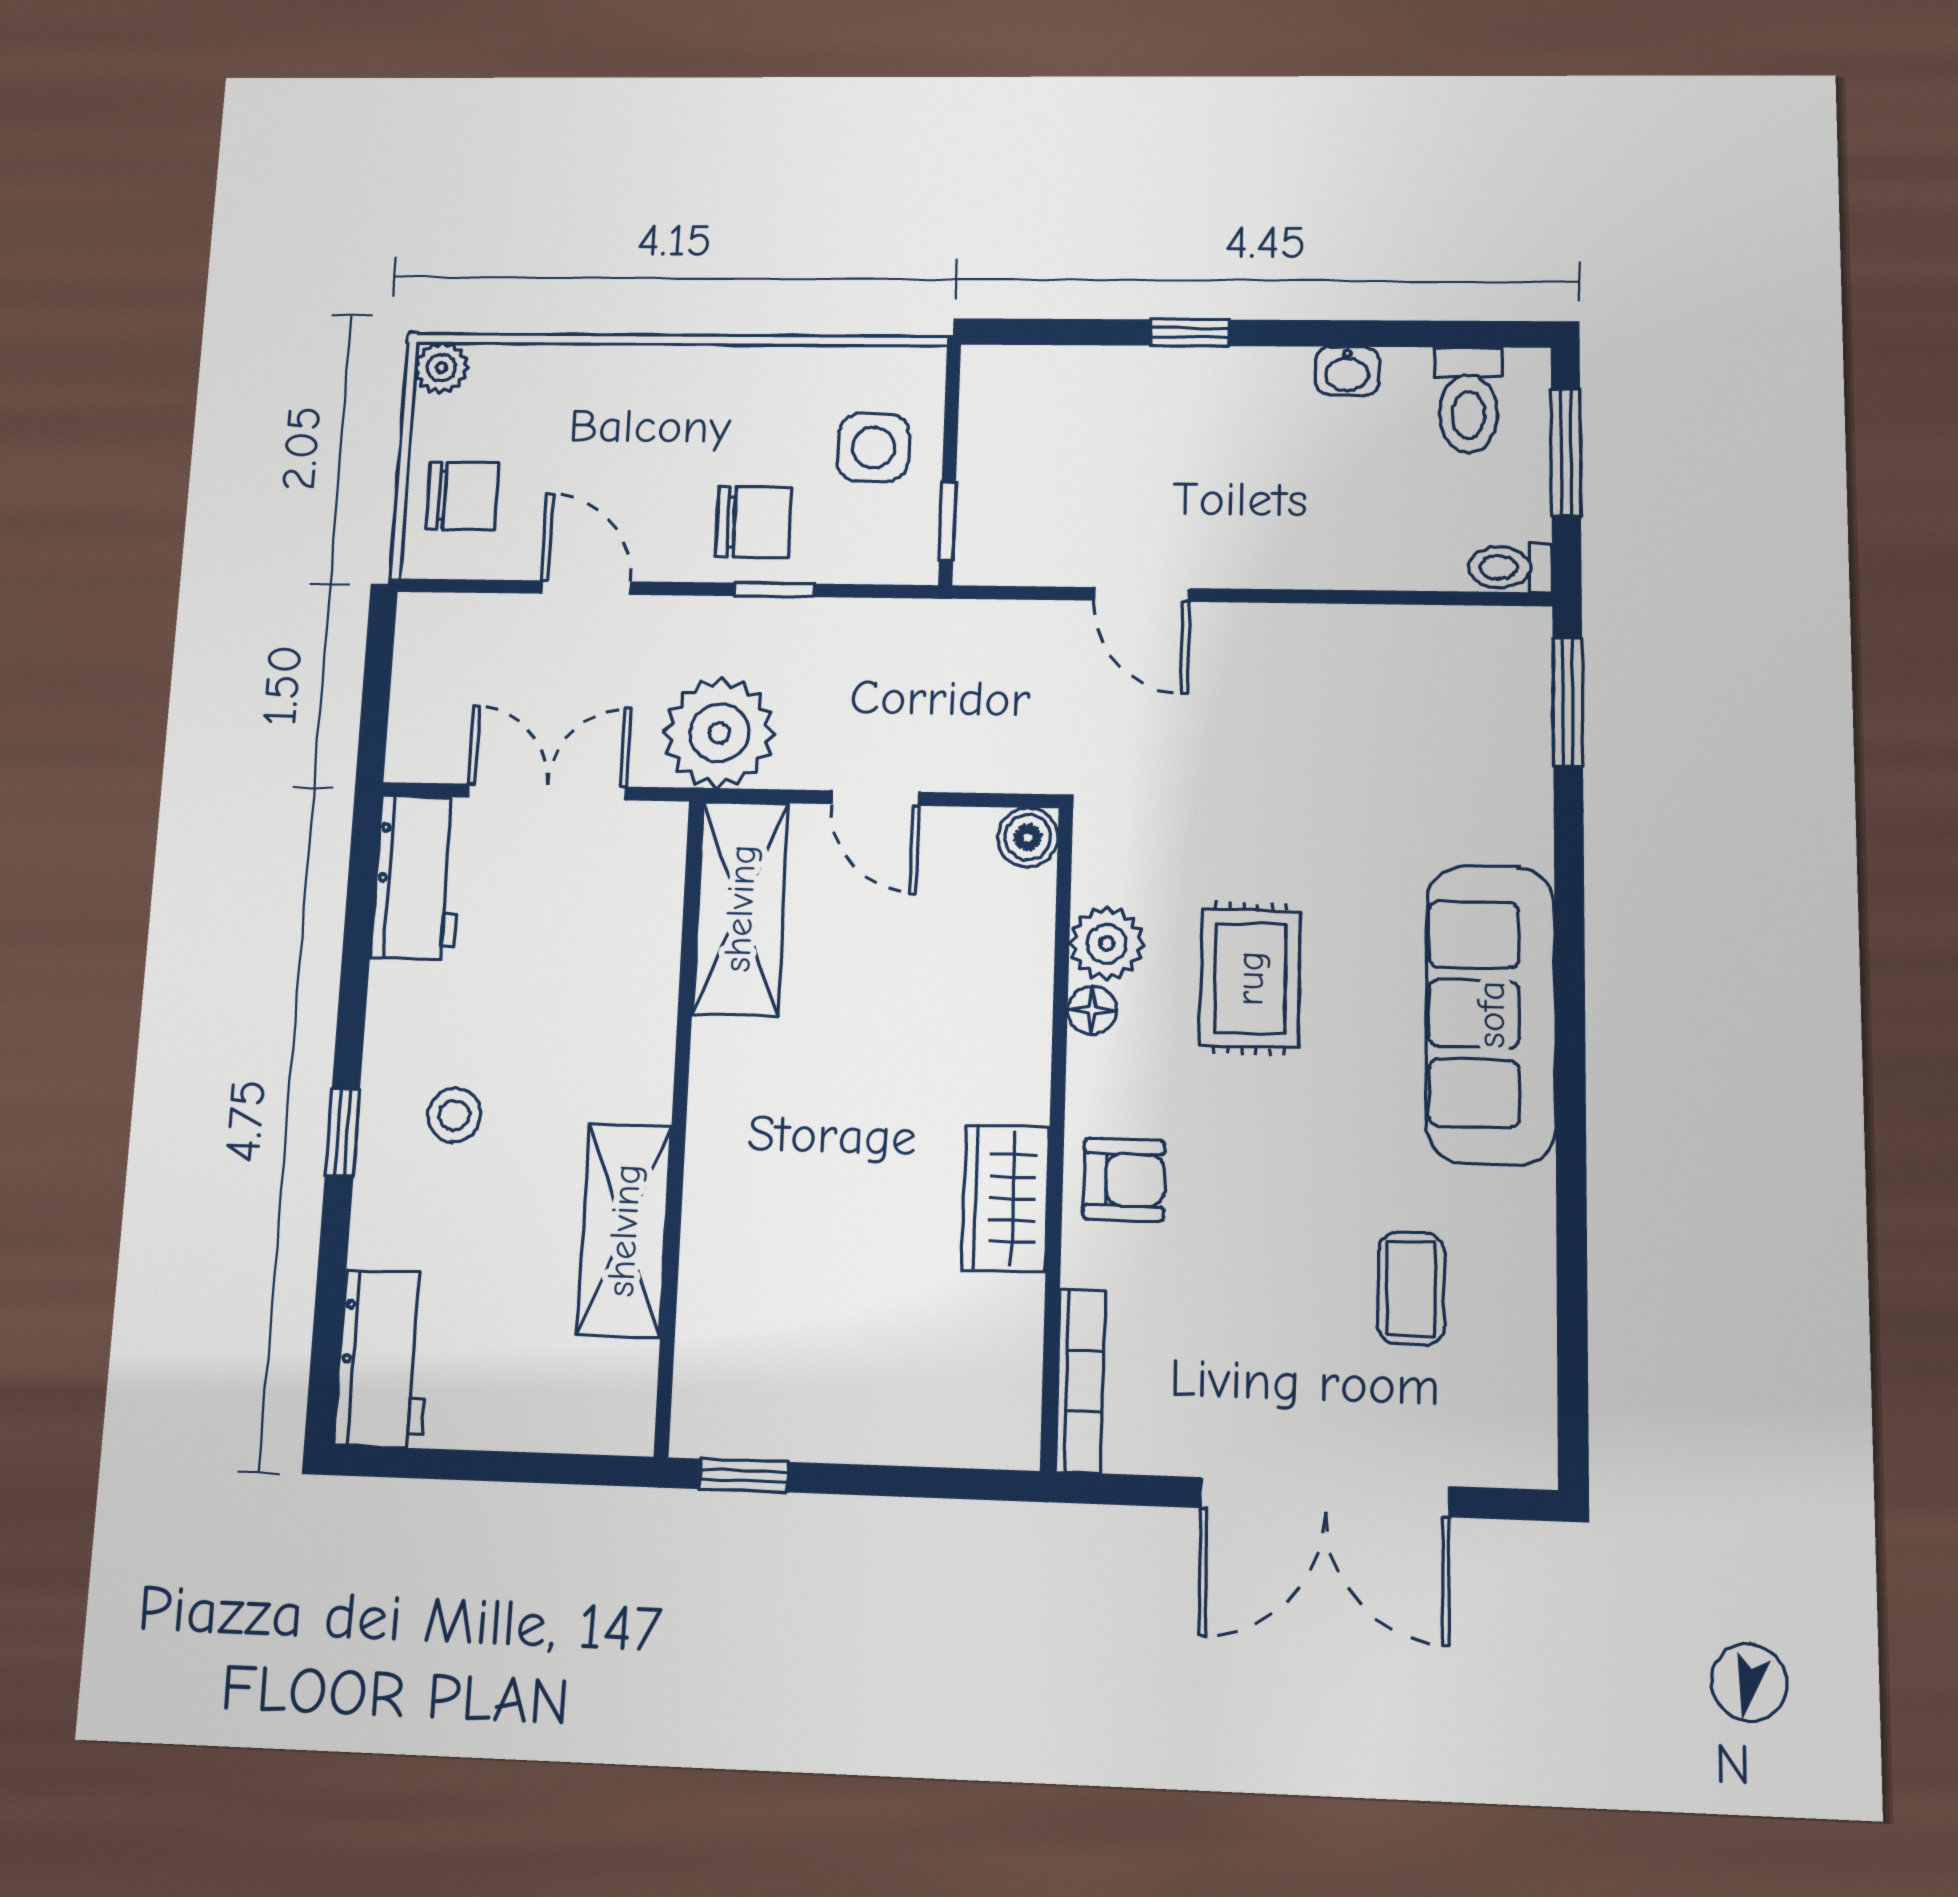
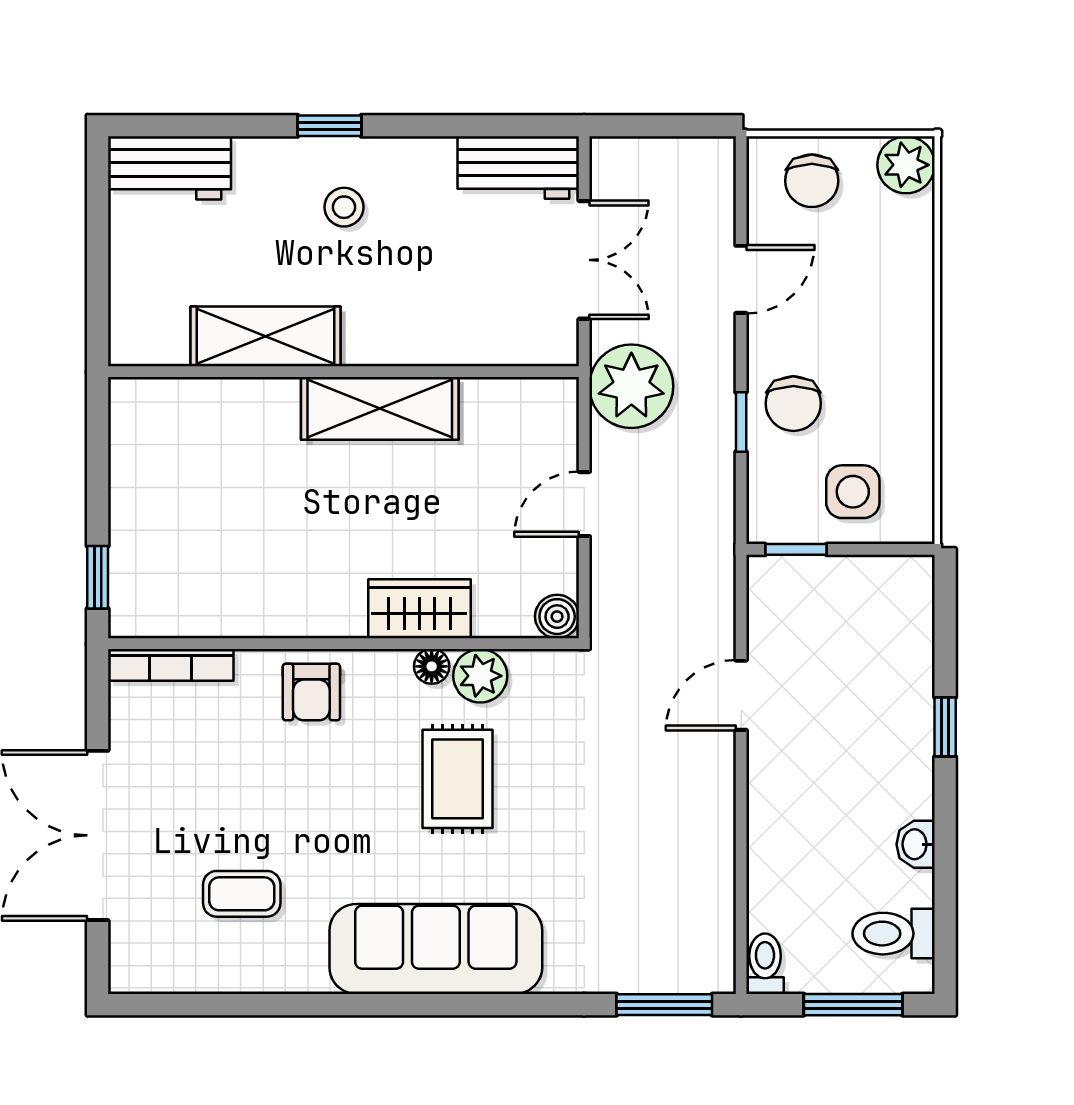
plant: (441, 368) -> (906, 165), width x1.38, depth x1.38
shelving: (740, 908) -> (380, 408), moved
rug: (1250, 978) -> (457, 779), turned 90
wardrobe: (1006, 1198) -> (419, 609), moved
window: (744, 1476) -> (98, 577), moved

